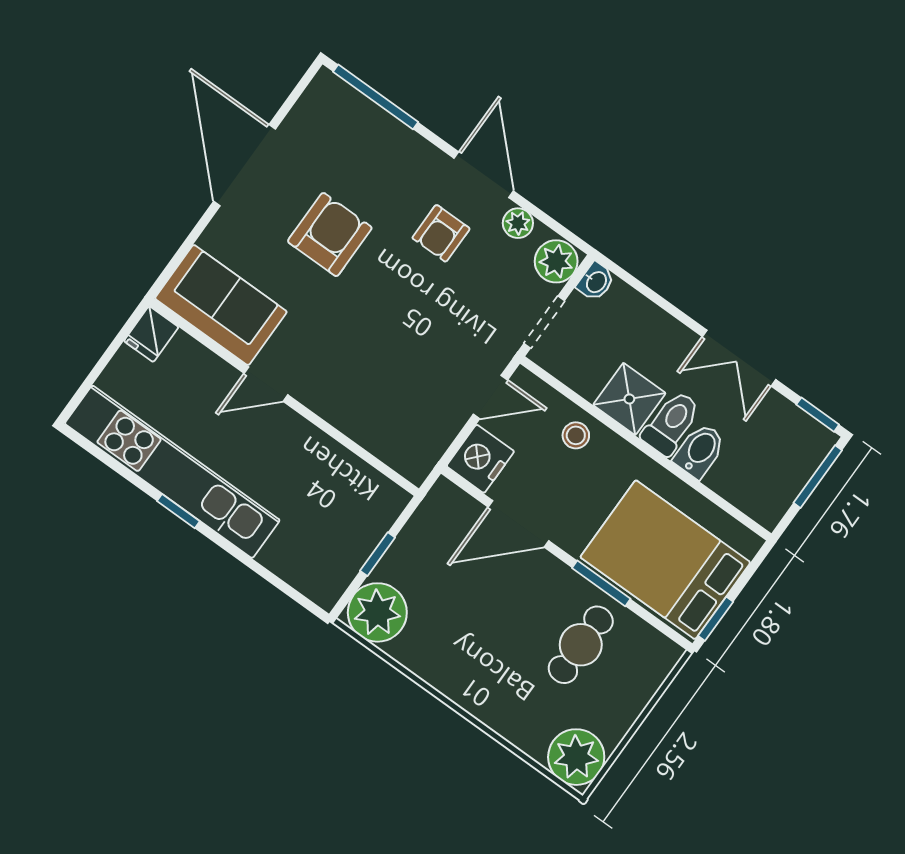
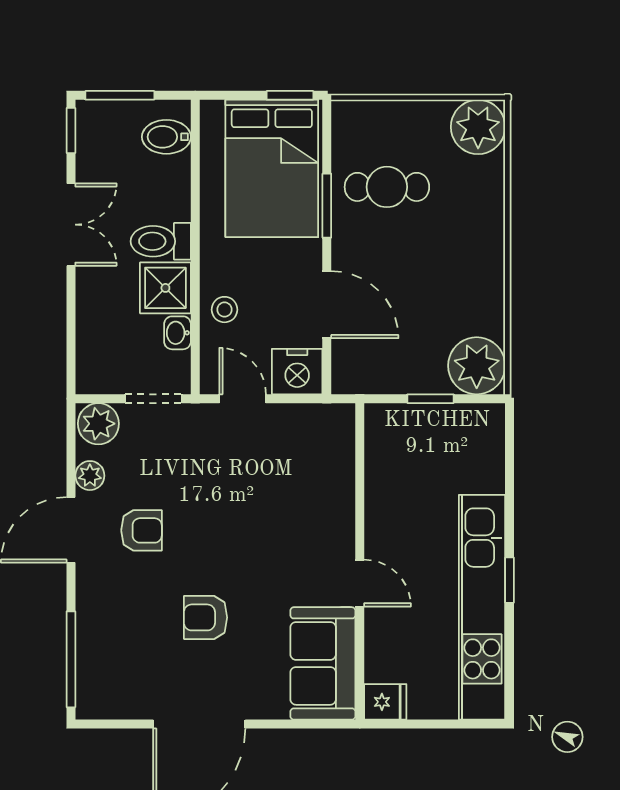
armchair: (330, 235) -> (206, 617), width x0.72, depth x0.72
washbasin: (596, 282) -> (177, 333), moved, turned -90
bidet: (700, 451) -> (166, 137), moved

